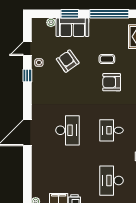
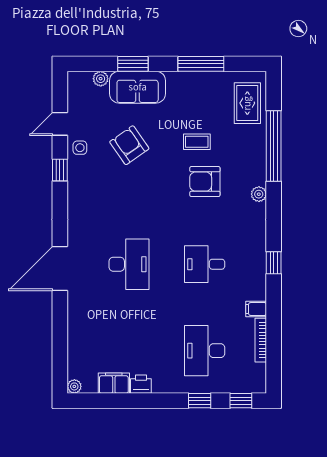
window: (109, 14) -> (201, 64), width x0.68

